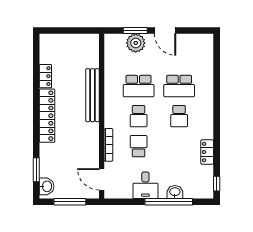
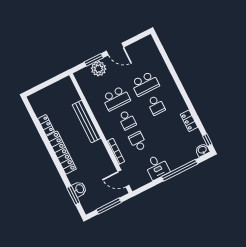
washbasin: (47, 186) -> (79, 189), moved
washbasin: (175, 192) -> (202, 150), moved

